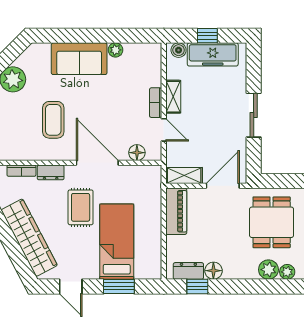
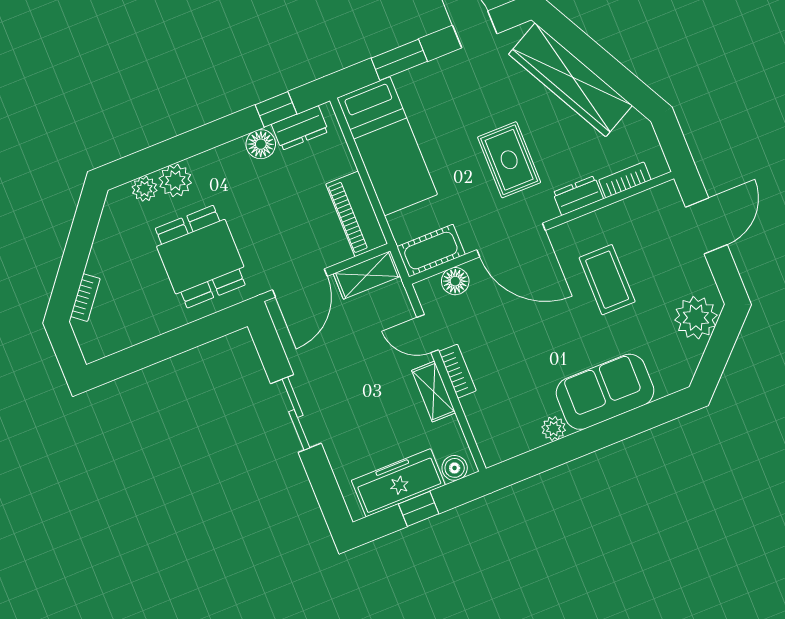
cot: (144, 175) -> (431, 251), added
bed: (117, 242) -> (387, 146), moved

